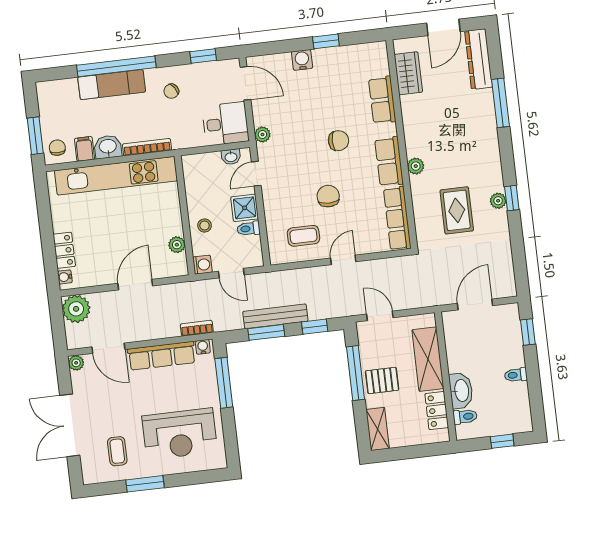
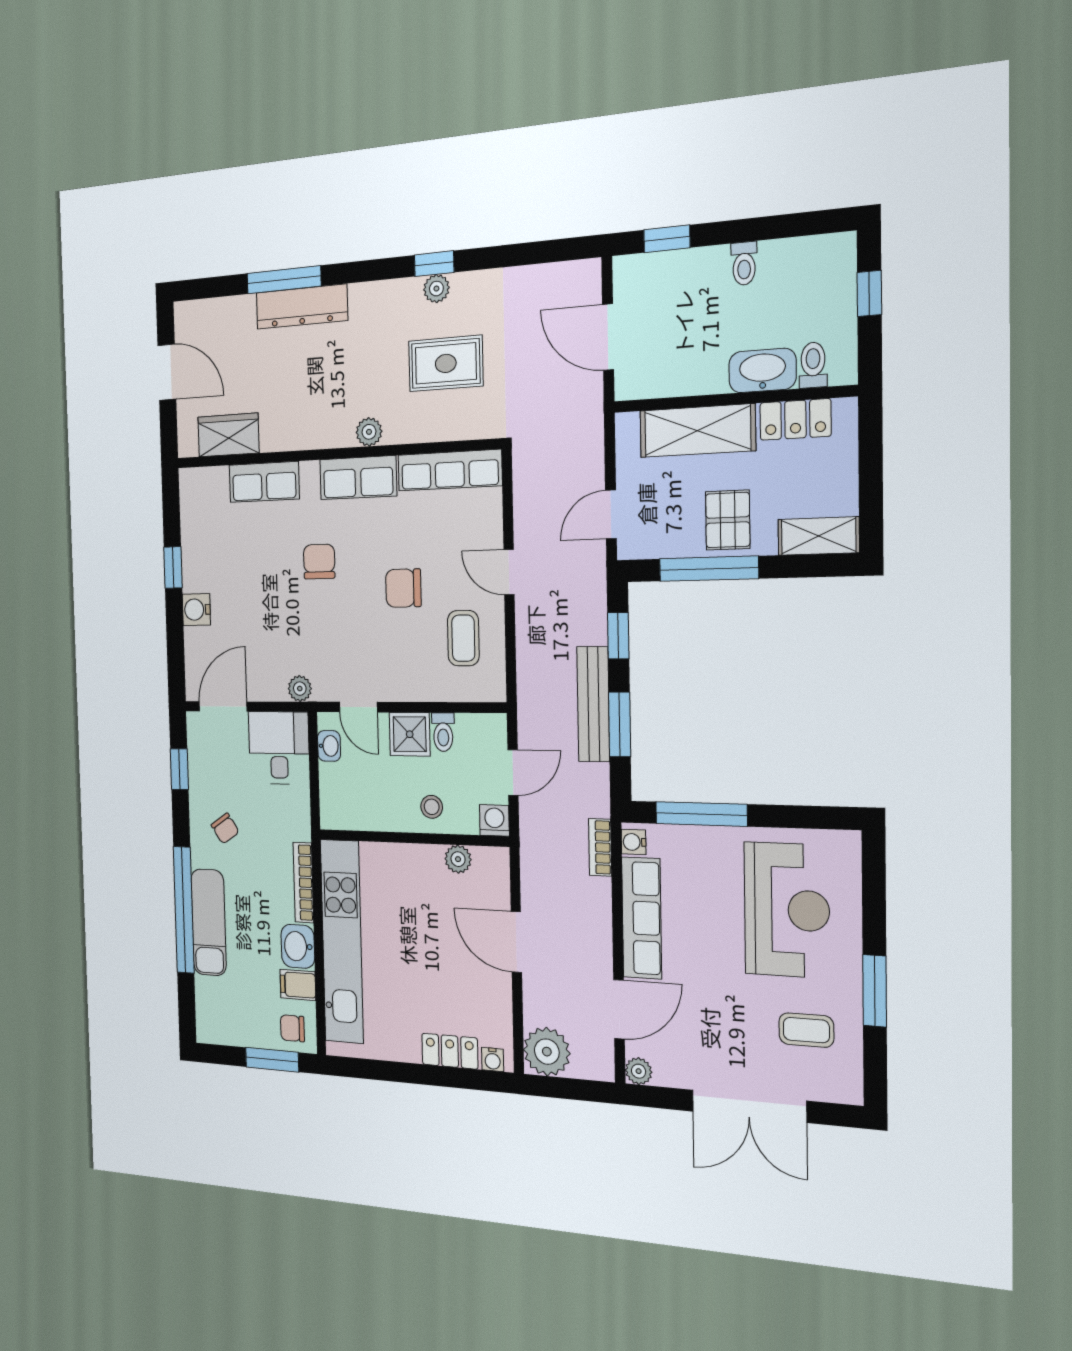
dresser: (479, 59) -> (302, 307), moved

